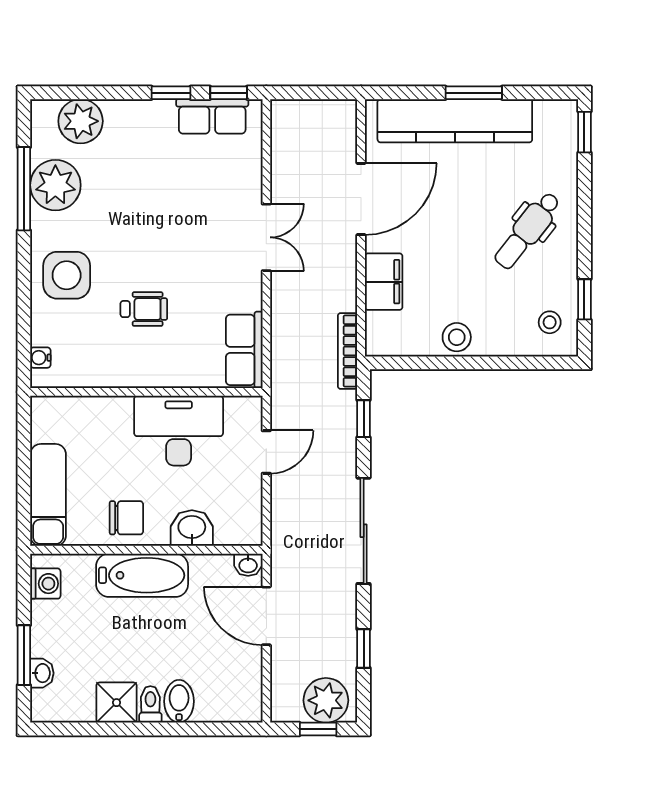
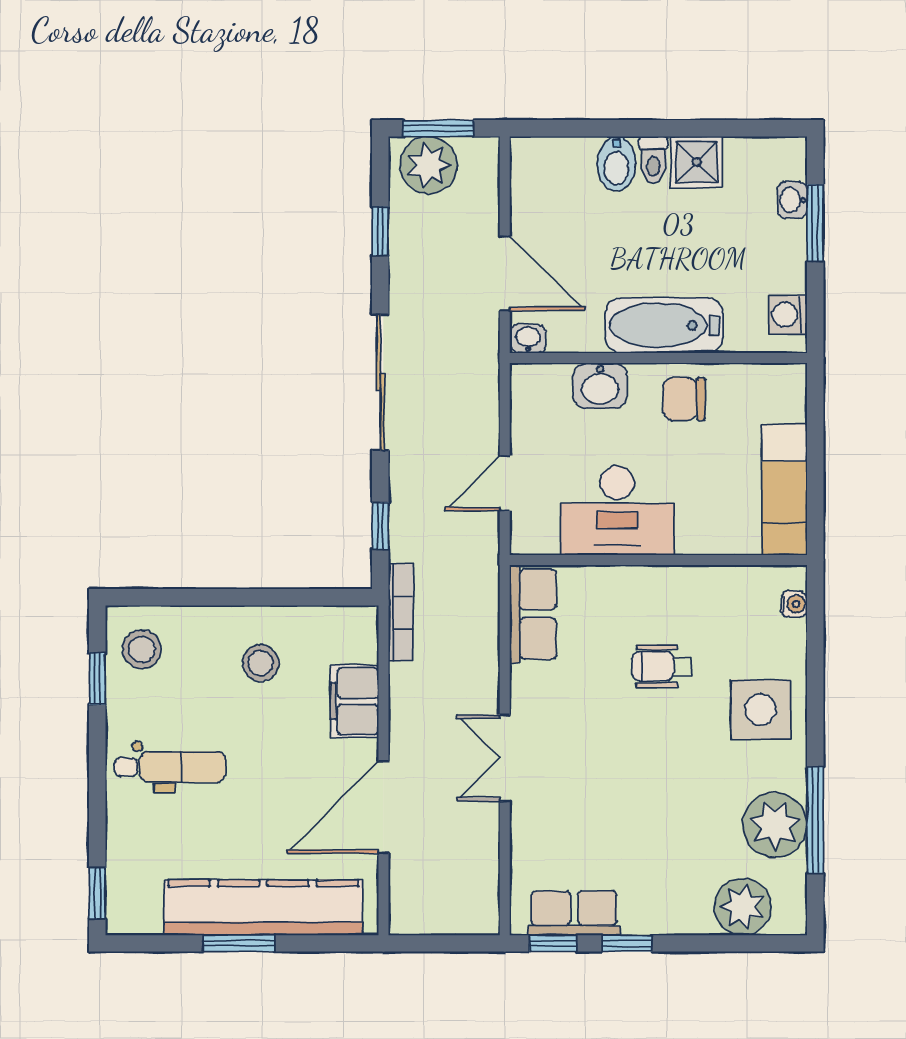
dental chair: (527, 231) -> (170, 767), turned 52
stool: (550, 322) -> (142, 649), width x1.37, depth x1.37
stool: (457, 337) -> (260, 663), moved
exam couch: (48, 495) -> (784, 490), moved
window: (318, 729) -> (438, 128), width x1.50

